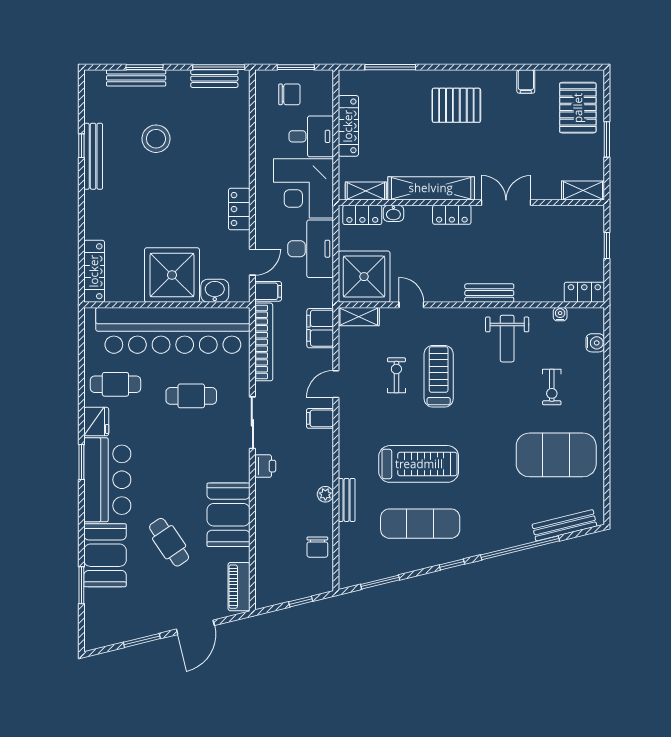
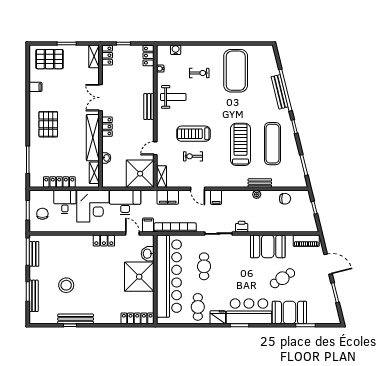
locker: (362, 215) -> (107, 55), moved
bench: (564, 525) -> (280, 92), moved

